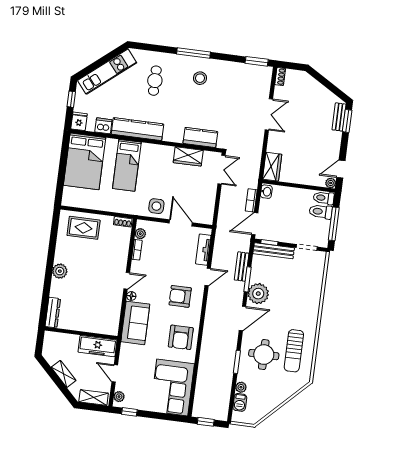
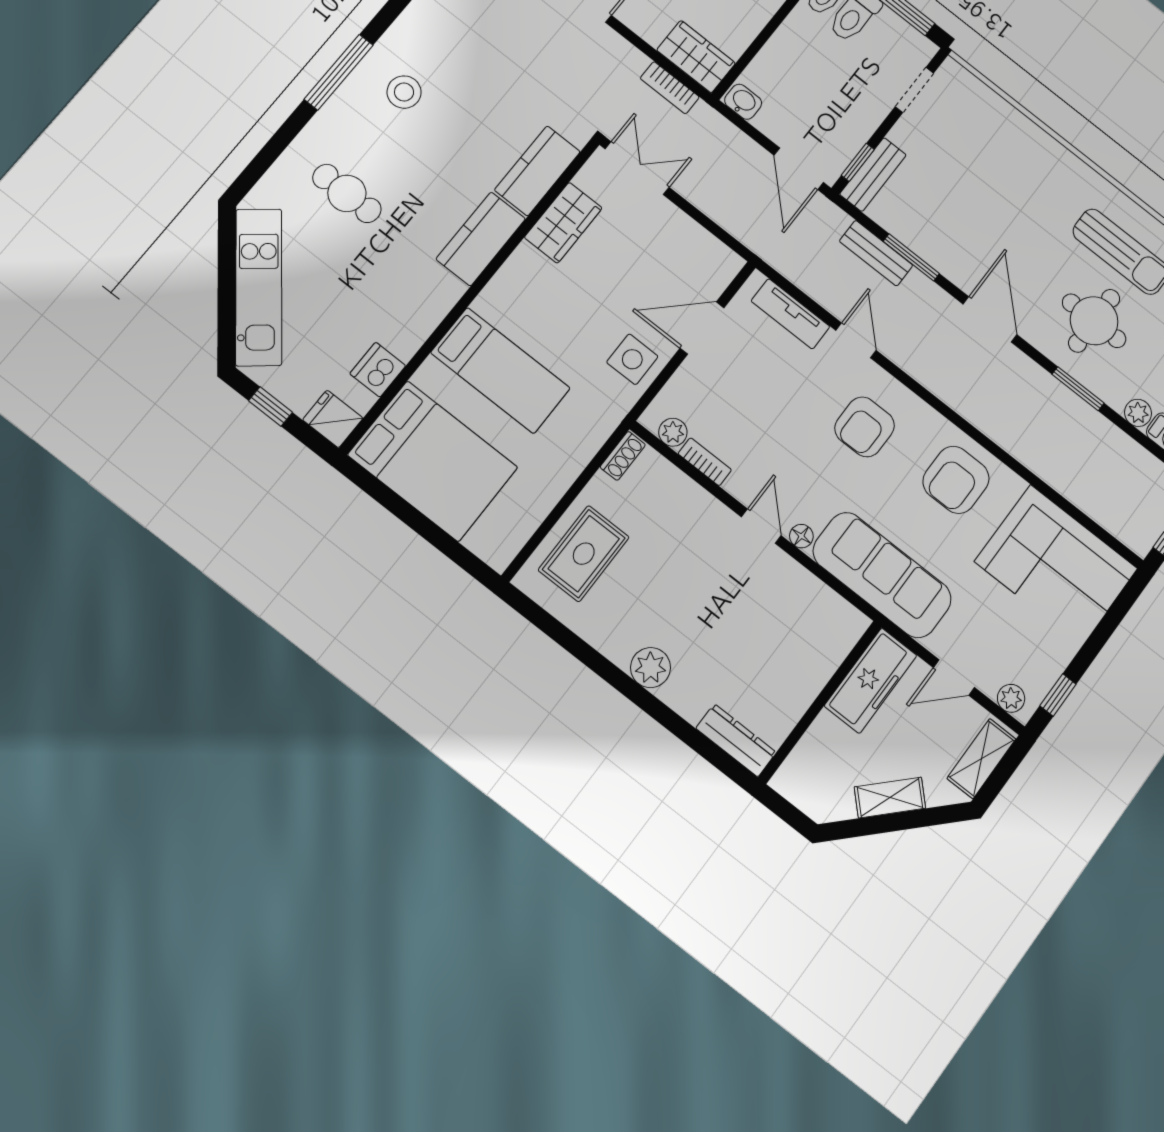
kitchen counter: (137, 129) -> (481, 239), moved, width x0.67
bookcase: (251, 200) -> (670, 88), moved
bench: (274, 251) -> (873, 175), width x0.73
plant: (258, 294) -> (955, 253), removed
sofa: (135, 323) -> (882, 575), width x1.36
armchair: (181, 337) -> (956, 480), turned 90

